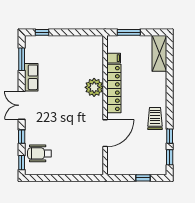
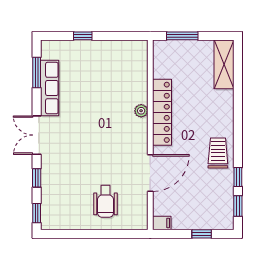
window: (42, 32) -> (83, 36), moved
filing cabinet: (114, 58) -> (162, 223), moved
row of seats: (31, 77) -> (50, 88), width x1.48
plant: (94, 87) -> (141, 111), width x0.53, depth x0.53
wheelchair: (40, 153) -> (106, 201), moved, turned -90

